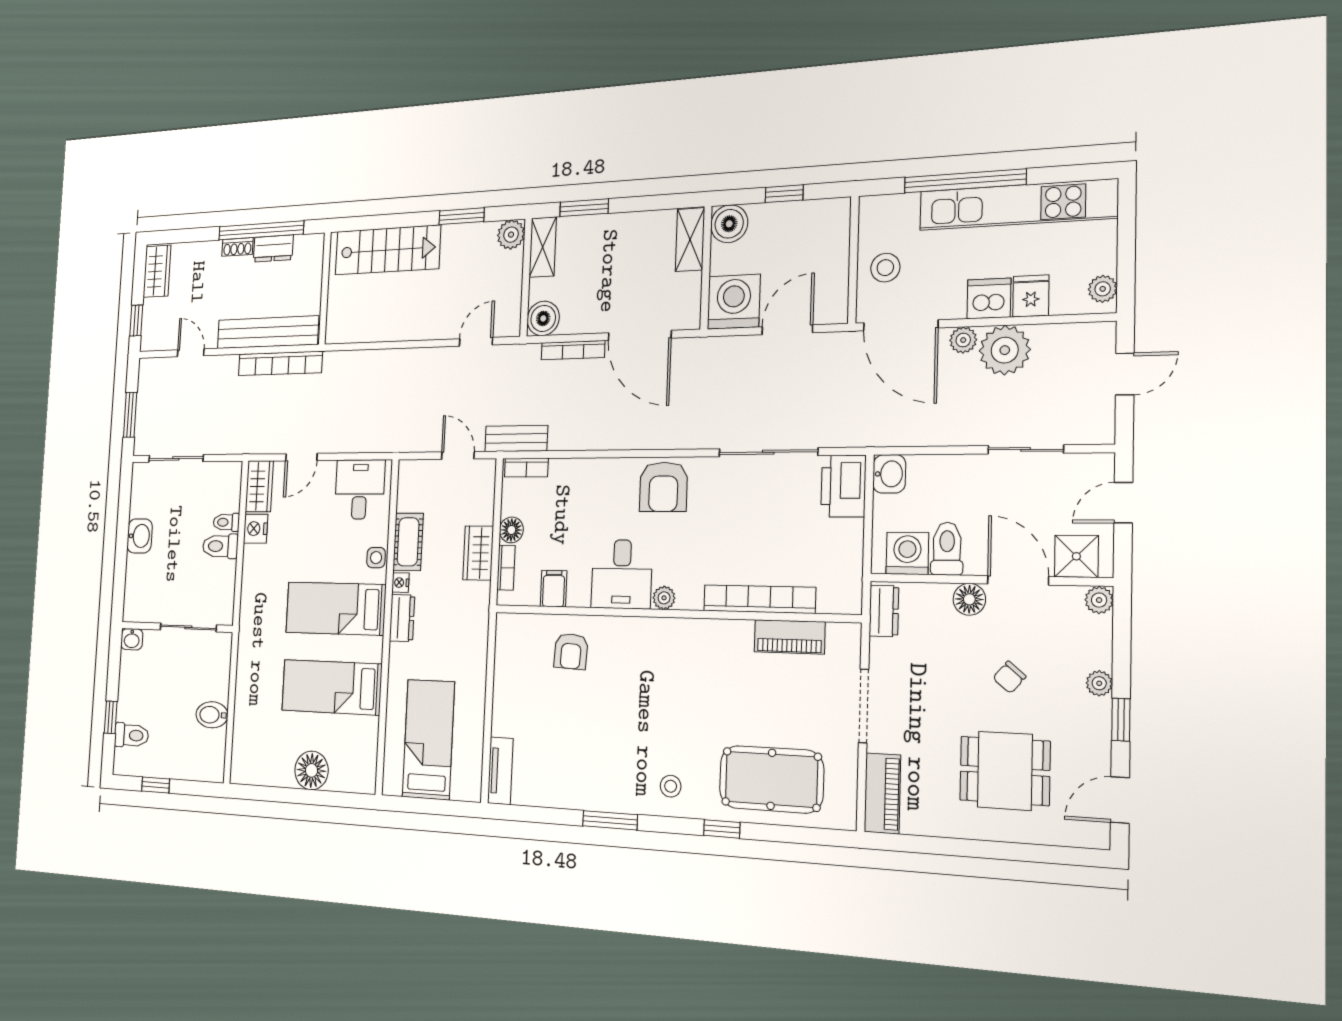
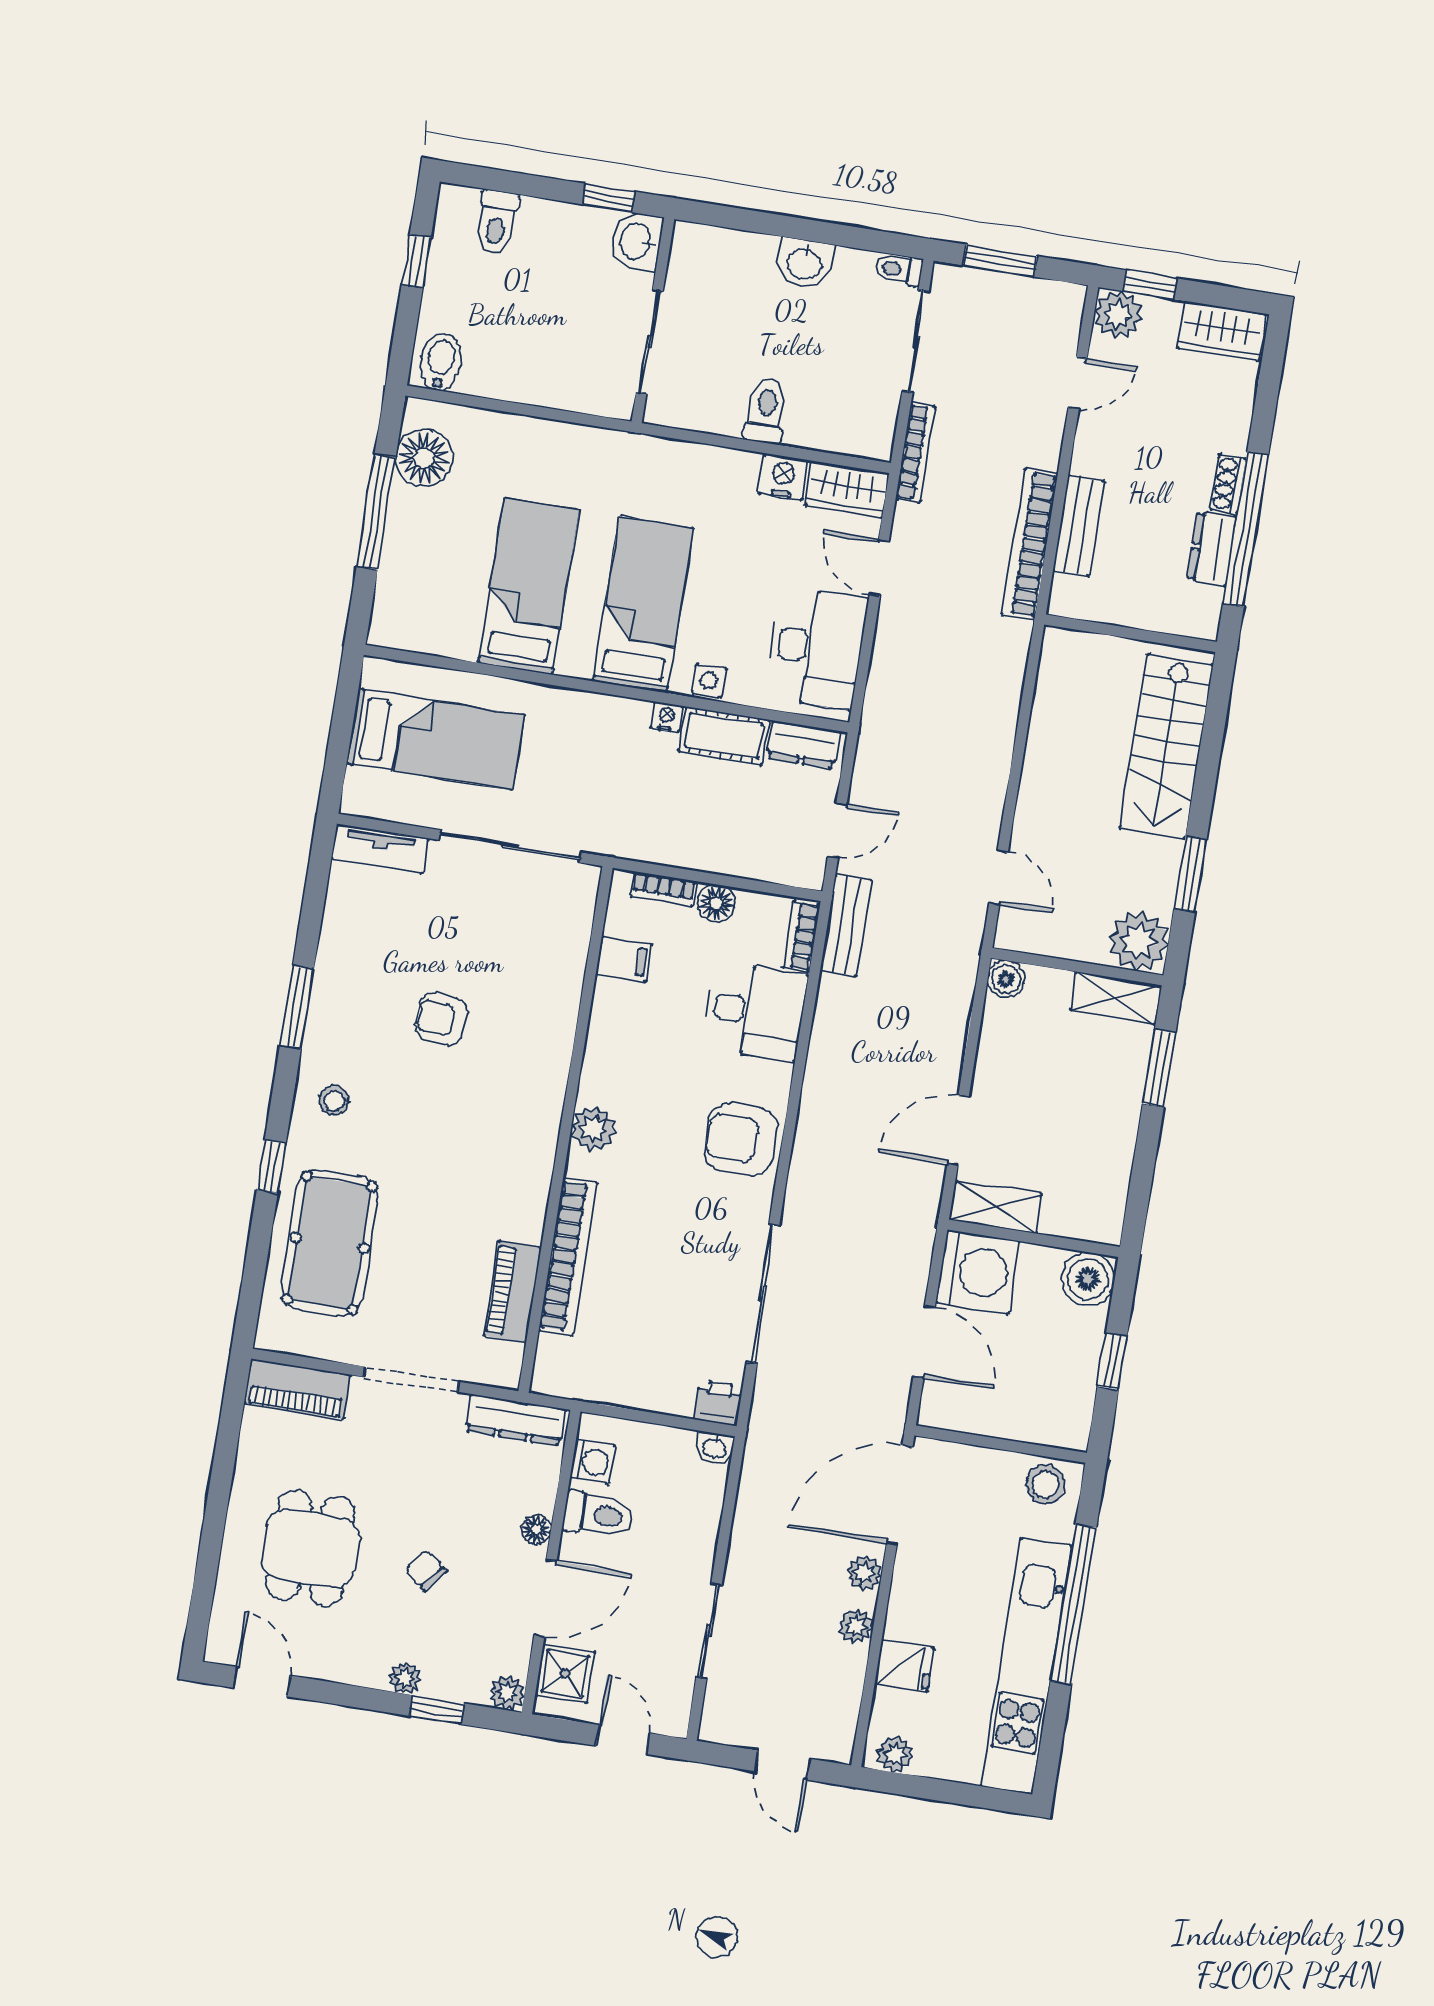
plant: (511, 235) -> (1139, 941), width x1.36, depth x1.36
shelving: (690, 240) -> (996, 1207), moved
stool: (885, 268) -> (1045, 1484), moved
dishwasher: (989, 298) -> (912, 1613), removed
boiler: (543, 318) -> (1006, 979), width x0.73, depth x0.73
bench: (268, 332) -> (1079, 526), width x0.54, depth x0.82
door: (640, 335) -> (958, 1130), width x0.73
plant: (153, 336) -> (1118, 314), added
bookcase: (573, 350) -> (915, 452), moved, turned 180
plant: (1005, 350) -> (856, 1626), width x0.53, depth x0.53
washbasin: (889, 474) -> (715, 1448), width x0.72, depth x0.69
printer: (843, 486) -> (718, 1403), width x0.53, depth x0.68
desk: (360, 489) -> (816, 648), width x1.37
toilet: (226, 522) -> (898, 269), moved, turned -90
wardrobe: (478, 553) -> (691, 847), removed
washing machine: (907, 553) -> (592, 1462), width x0.73, depth x0.73
desk: (622, 574) -> (755, 1011), moved, turned 180
plant: (664, 598) -> (593, 1129), width x1.38, depth x1.38
floor lamp: (969, 599) -> (536, 1529), width x0.73, depth x0.73
dresser: (884, 611) -> (515, 1420), width x1.44
dresser: (402, 618) -> (803, 745), moved
washbasin: (132, 639) -> (636, 241), width x1.38, depth x1.45
armchair: (571, 651) -> (441, 1019), moved
sliding door: (490, 679) -> (510, 846), added
bidet: (212, 715) -> (441, 362), moved
window: (111, 717) -> (609, 198), moved
window: (1121, 720) -> (437, 1710), moved
floor lamp: (311, 770) -> (424, 458), moved
window: (297, 796) -> (376, 512), added

